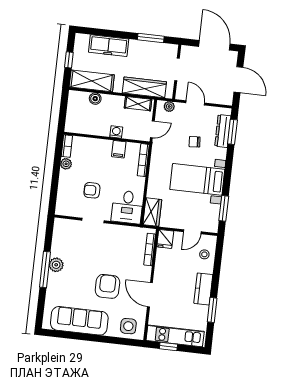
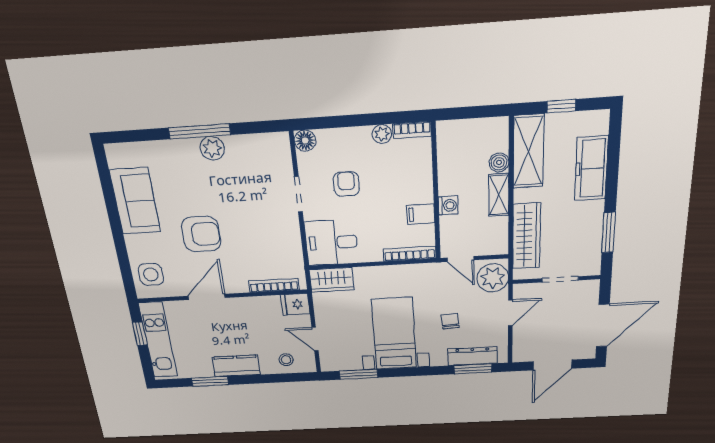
shelving: (138, 104) -> (499, 195), moved
plant: (169, 107) -> (493, 278), width x1.87, depth x1.87
floor lamp: (62, 209) -> (305, 141), added
sofa: (79, 321) -> (135, 201), width x0.73

